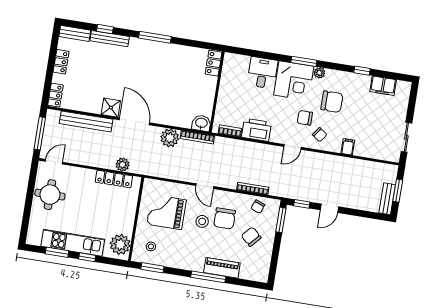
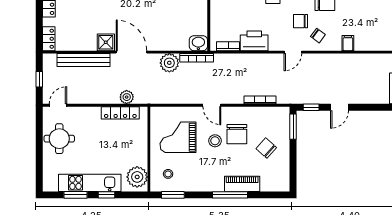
window: (40, 133) -> (39, 79), width x0.46
chair: (258, 207) -> (268, 117), removed

